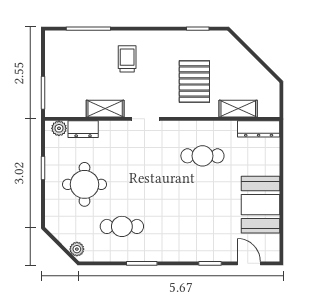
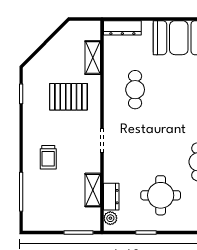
trolley: (127, 59) -> (48, 157), turned -90
shelving: (105, 109) -> (93, 190), moved
dresser: (259, 129) -> (122, 28), moved, turned 90

